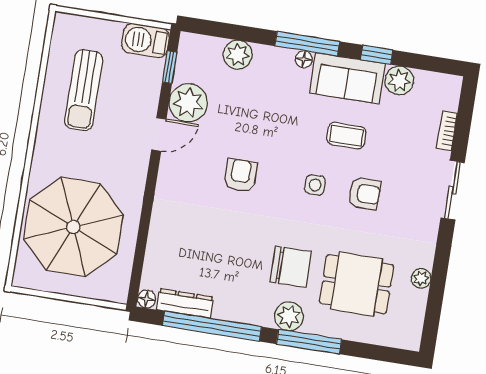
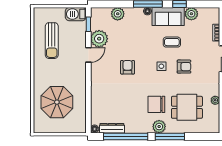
parasol: (73, 227) -> (57, 102), width x0.73, depth x0.73
chair: (291, 267) -> (156, 104), turned 180

